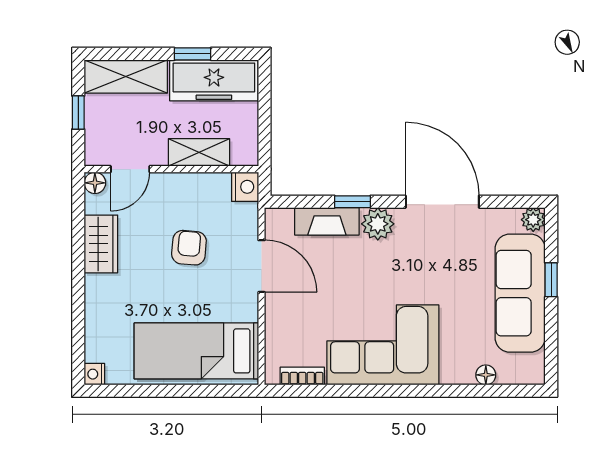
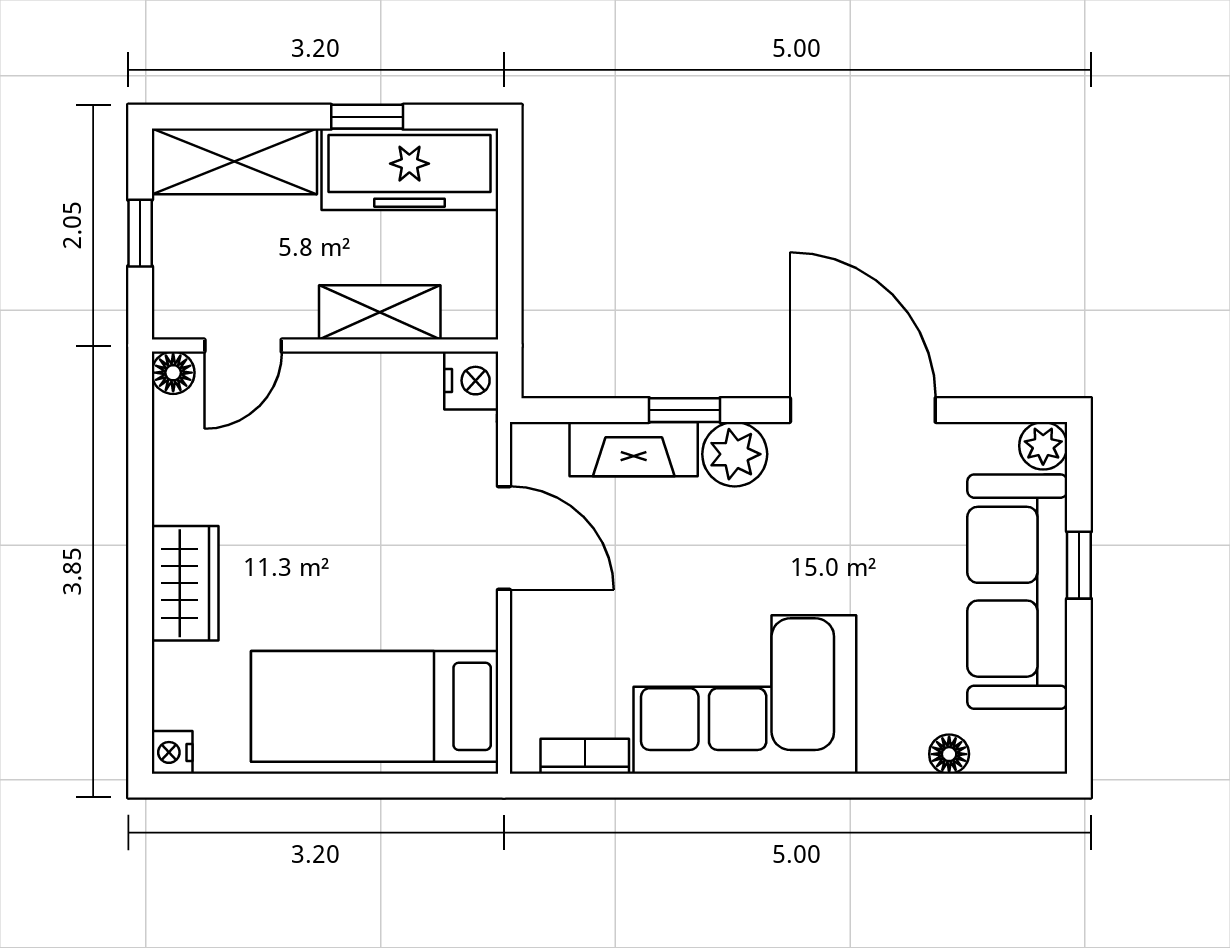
wardrobe: (101, 244) -> (185, 583), moved
armchair: (189, 248) -> (360, 501), removed

